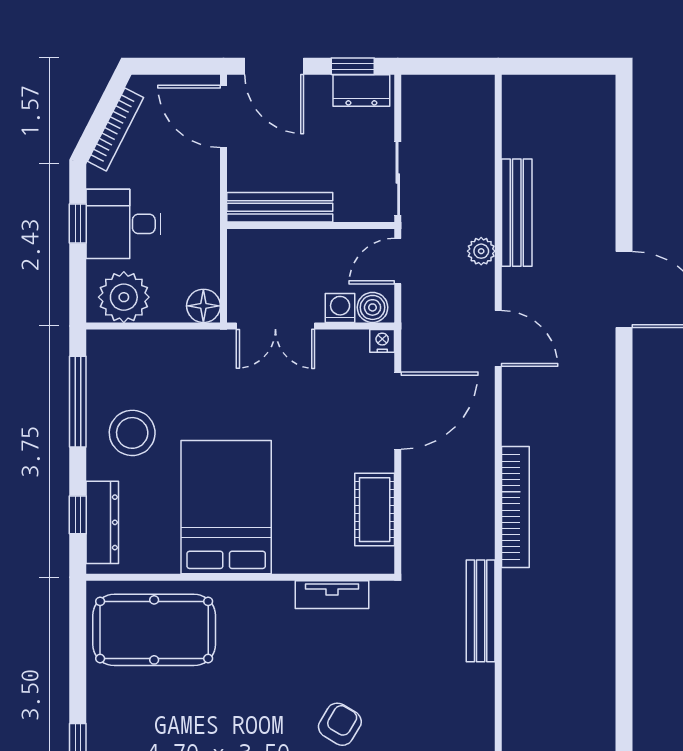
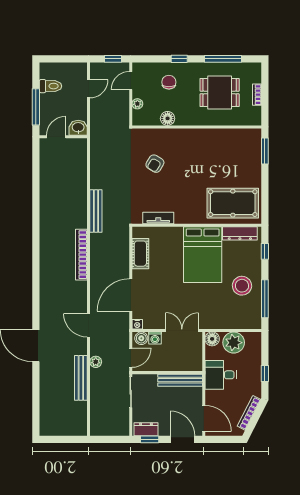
desk: (124, 224) -> (221, 375), moved, turned 180
plant: (124, 297) -> (234, 343), moved
dresser: (102, 522) -> (240, 233), moved, turned -90

